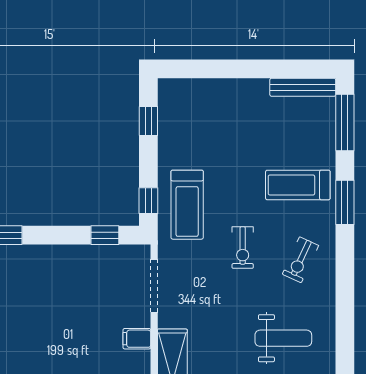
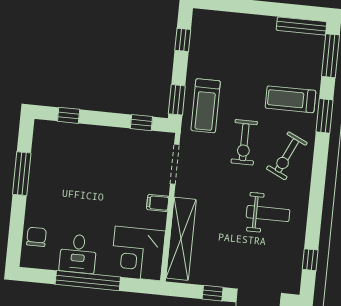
window: (148, 201) -> (177, 100), width x1.50
exercise bike: (243, 248) -> (244, 142), width x1.38, depth x1.39
exercise bike: (300, 260) -> (287, 156), width x1.38, depth x1.39

